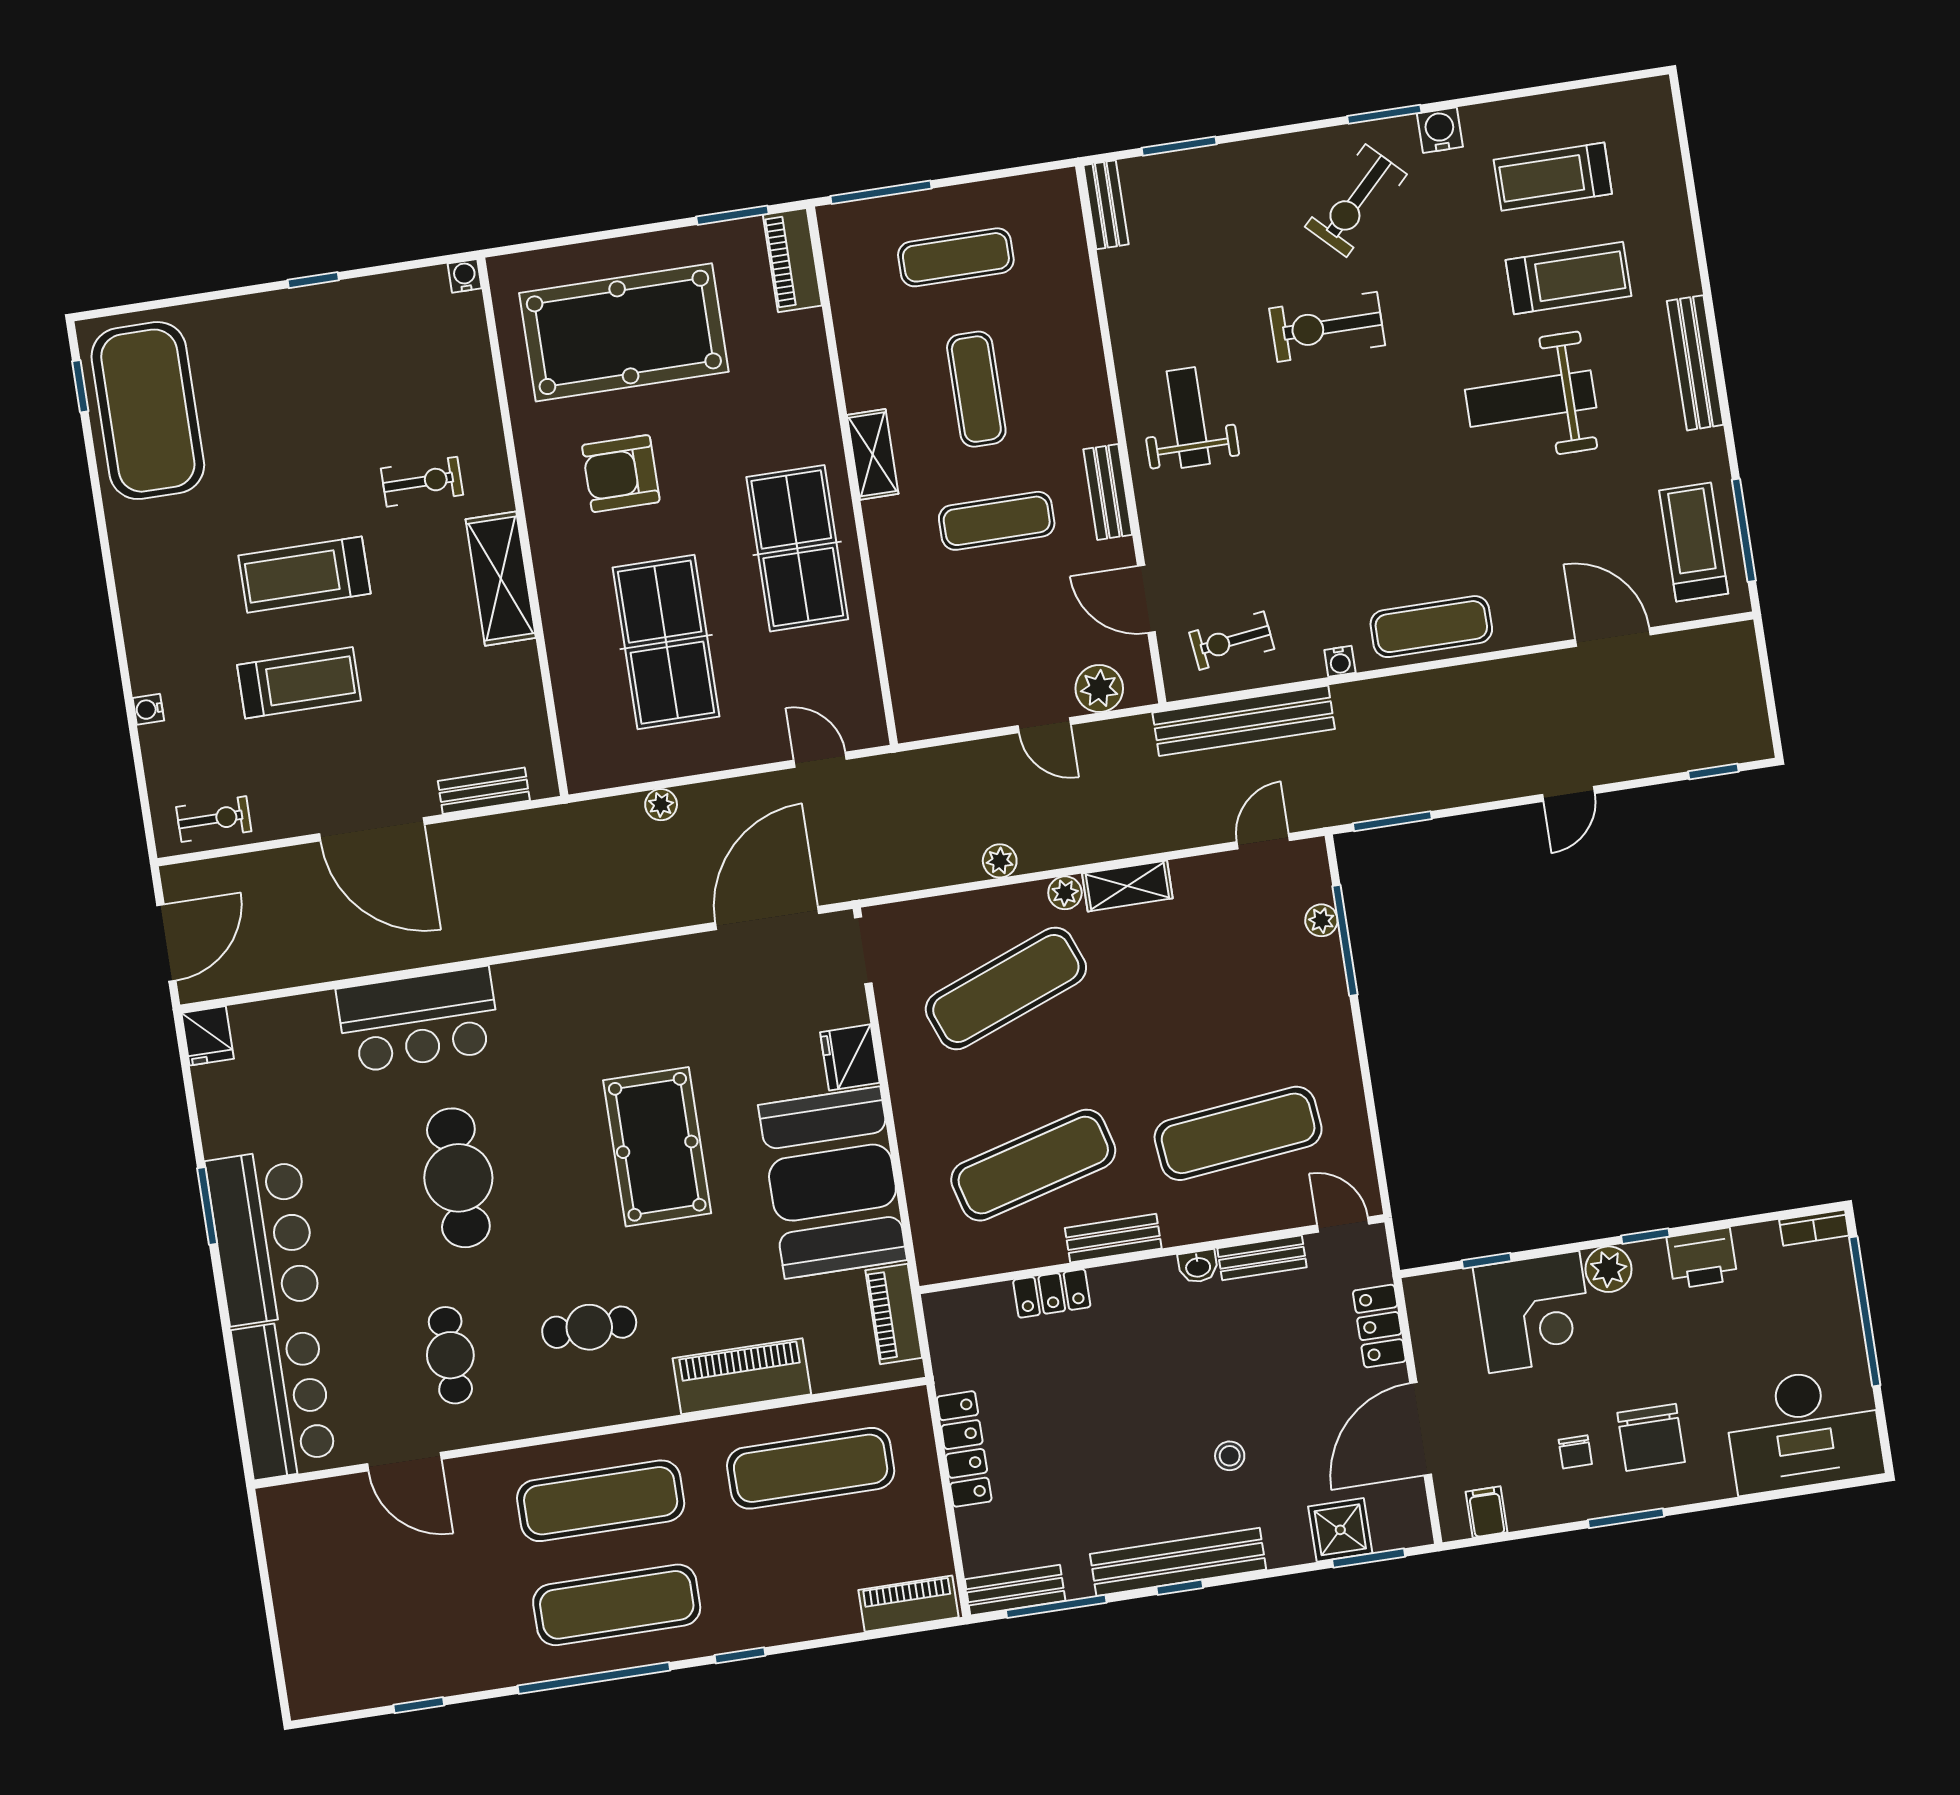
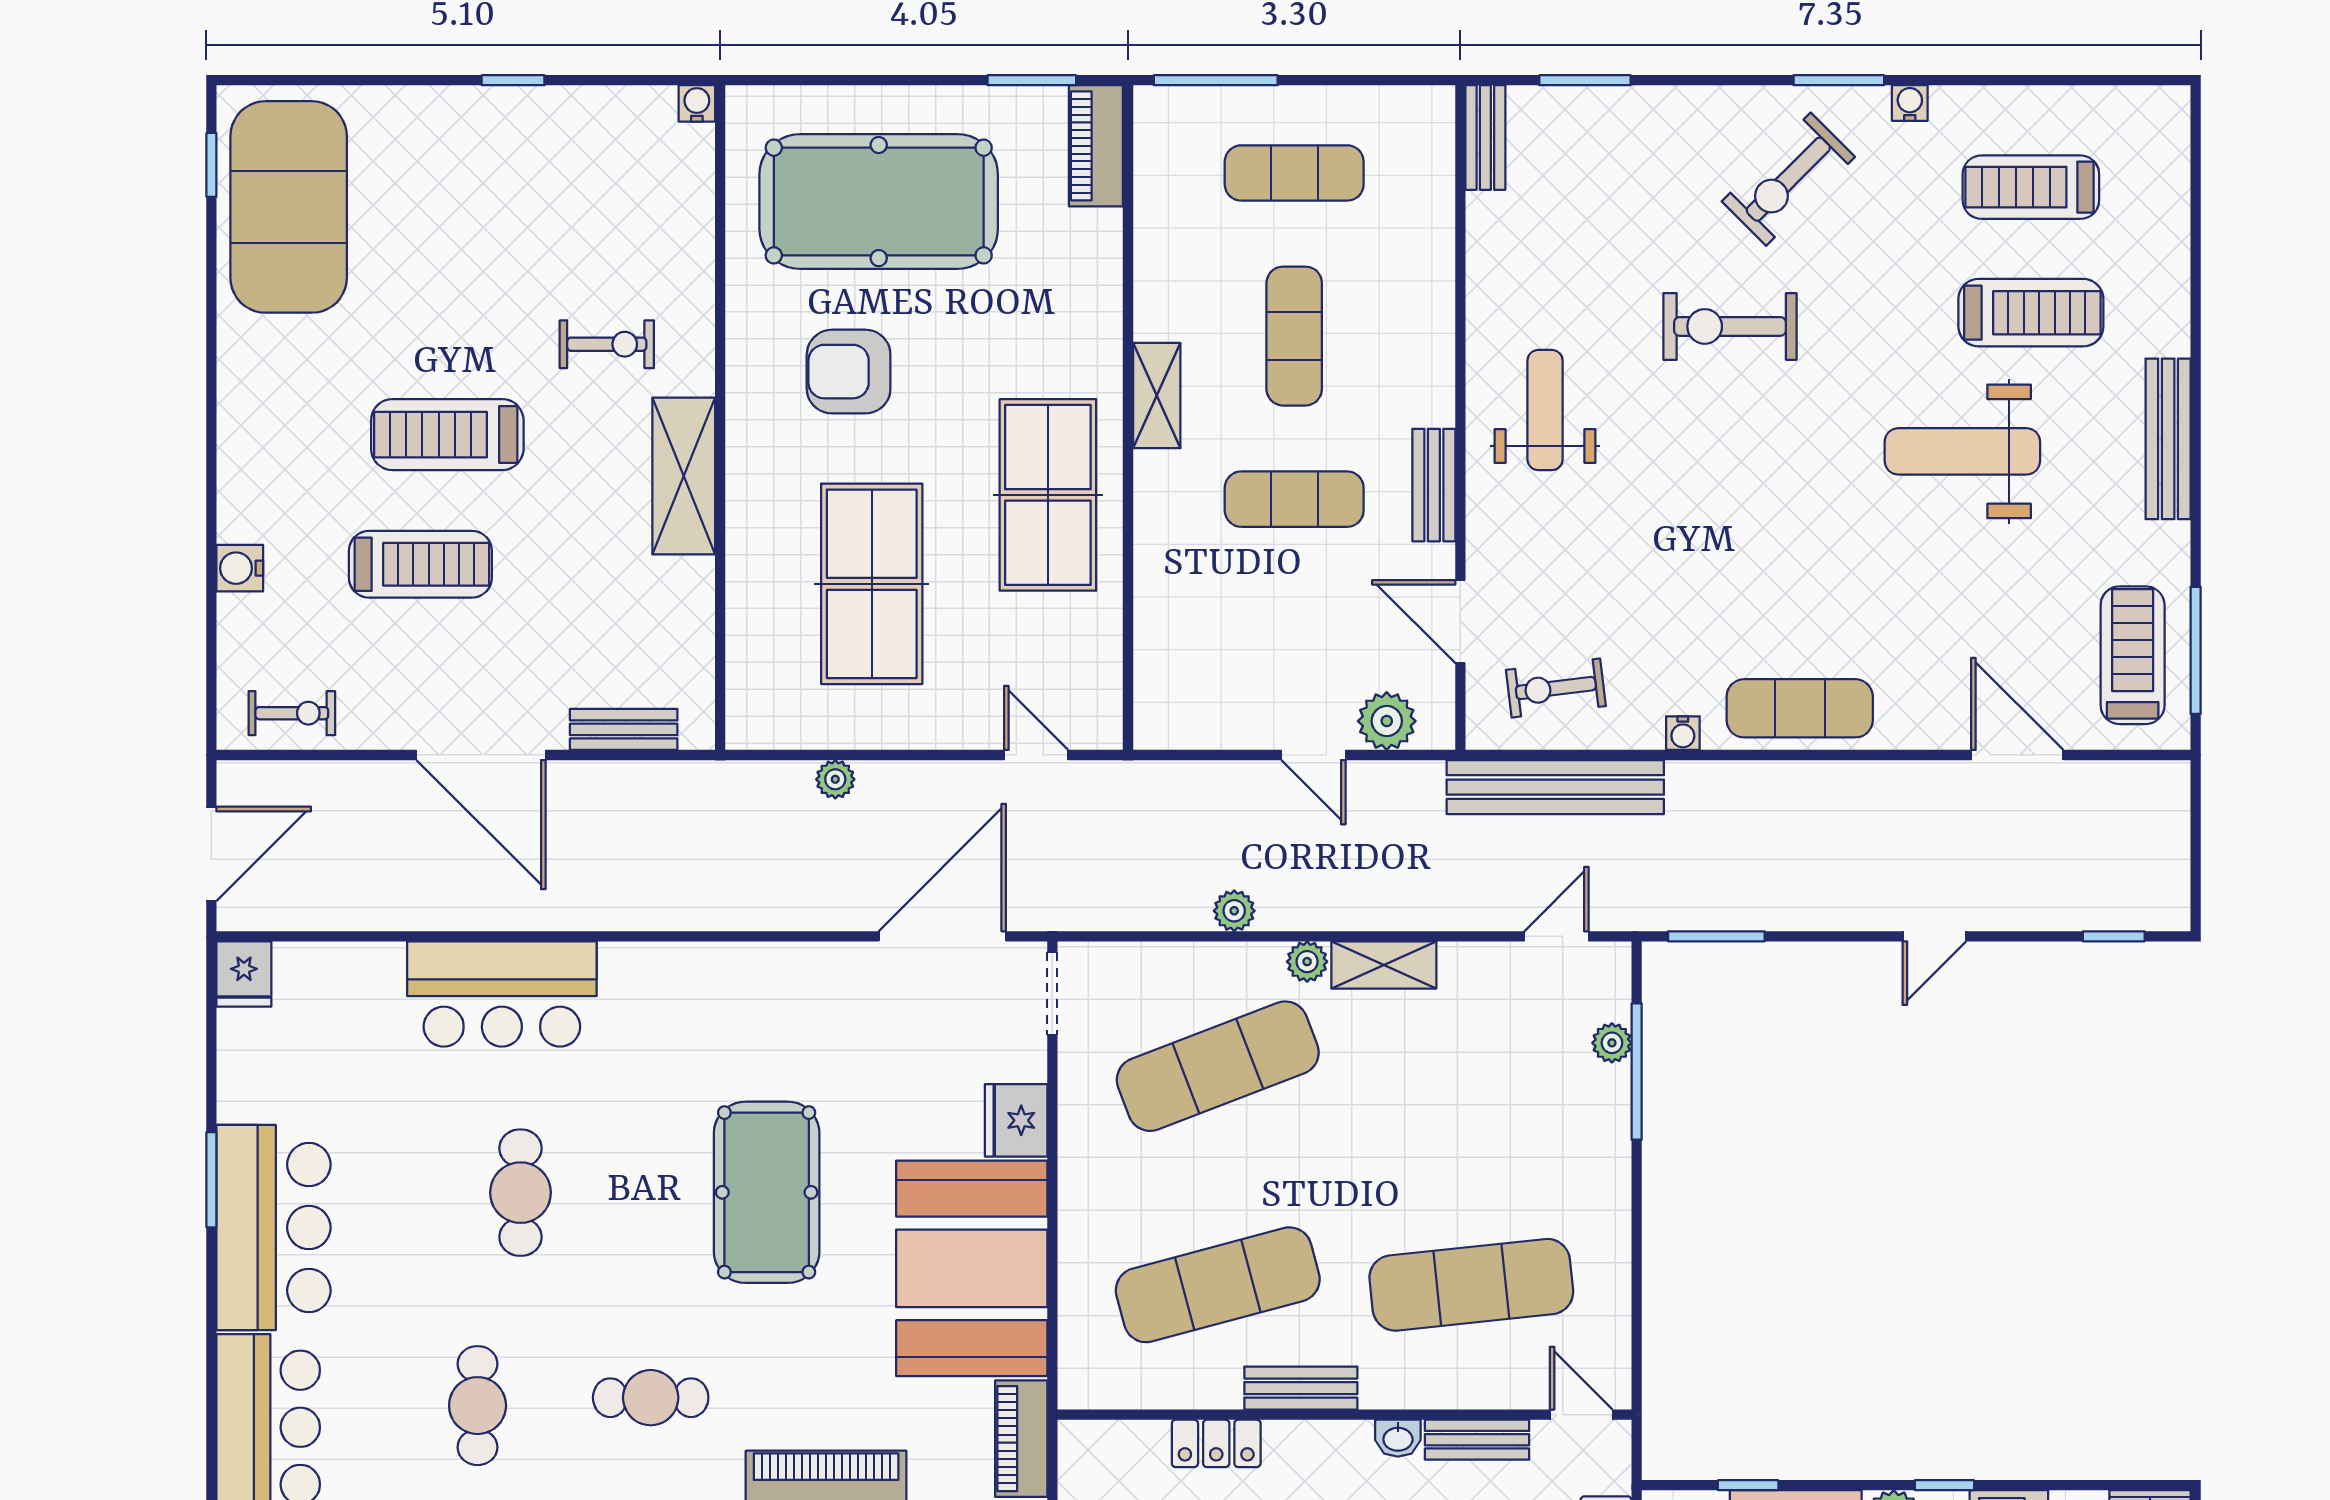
water cooler: (1440, 130) -> (1910, 103), width x0.72, depth x0.72
water cooler: (148, 709) -> (240, 568), width x1.38, depth x1.38
cafe table: (458, 1178) -> (521, 1193), width x0.73, depth x0.74

